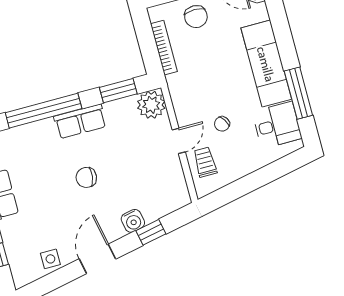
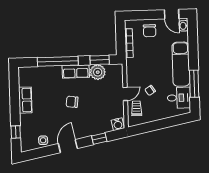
plant: (151, 105) -> (98, 72), moved
water cooler: (133, 221) -> (118, 124), moved

